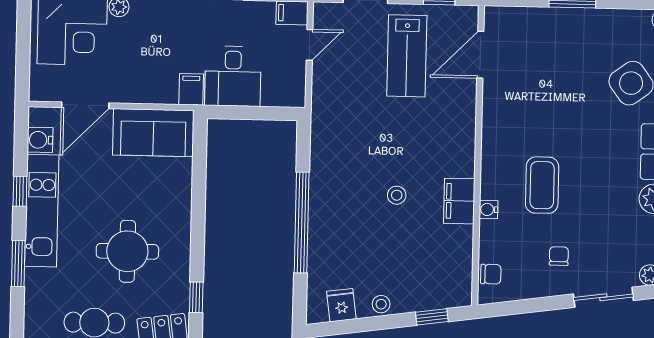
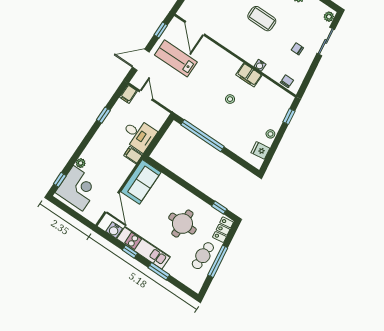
lab bench: (407, 56) -> (176, 58), turned 180
coffee table: (542, 185) -> (262, 19), moved
window: (302, 223) -> (202, 136), moved

